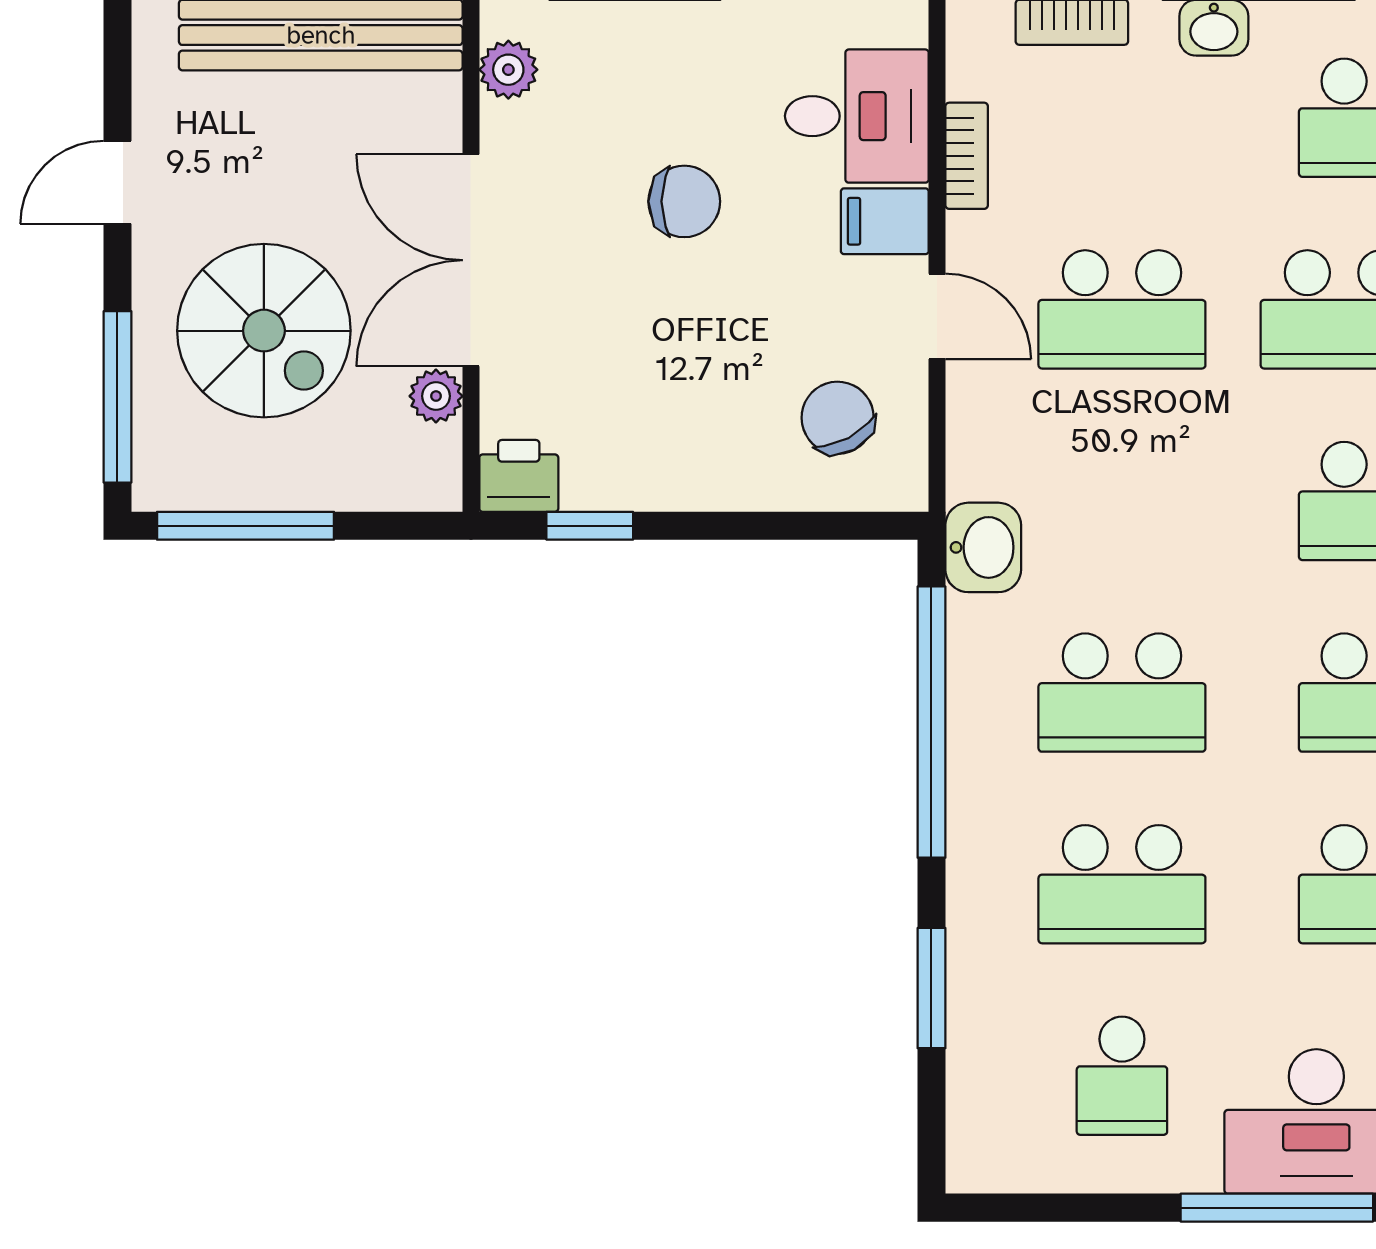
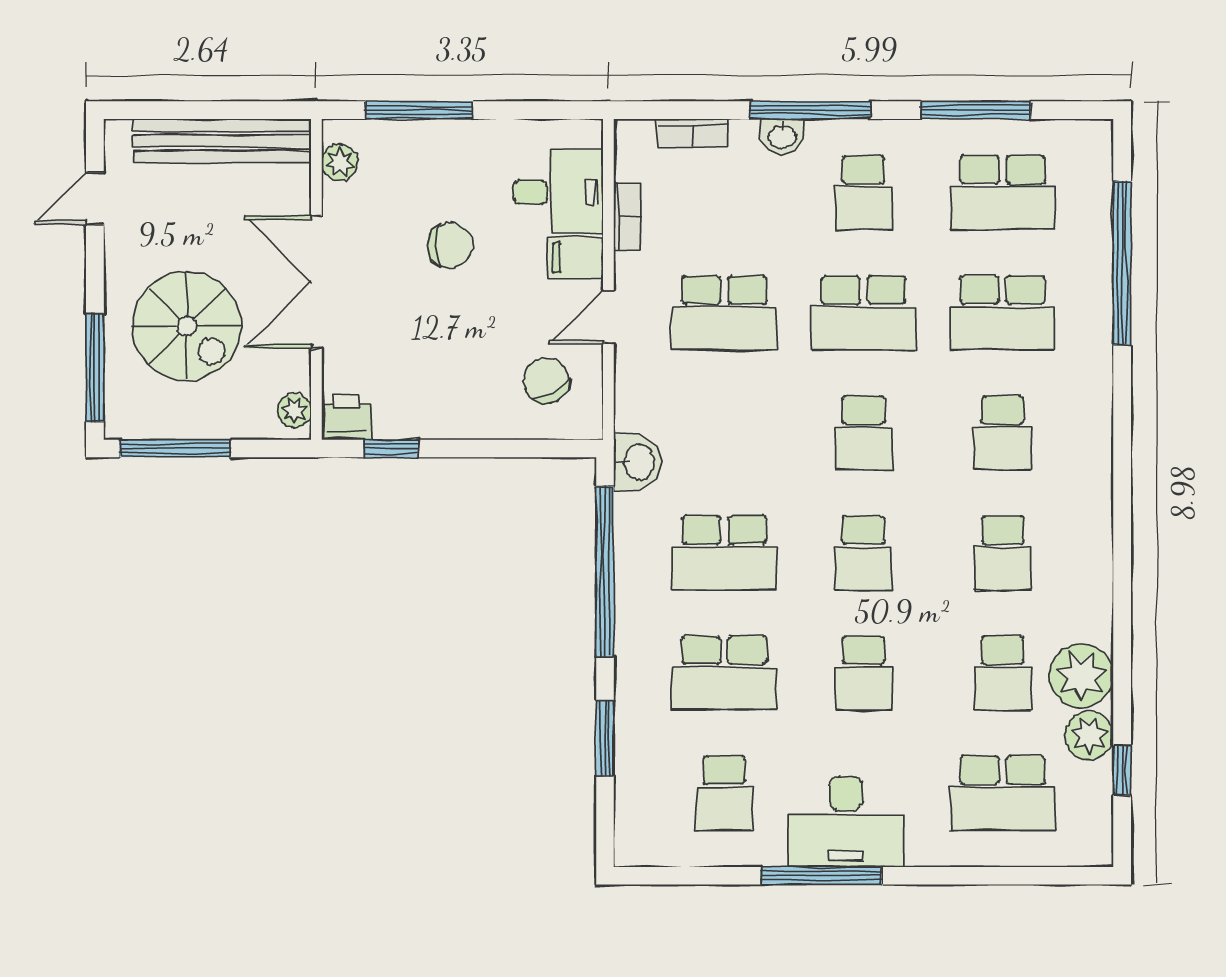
door: (117, 182) -> (95, 198), moved
door: (937, 316) -> (608, 317), swing flipped
plant: (436, 396) -> (294, 410), moved

